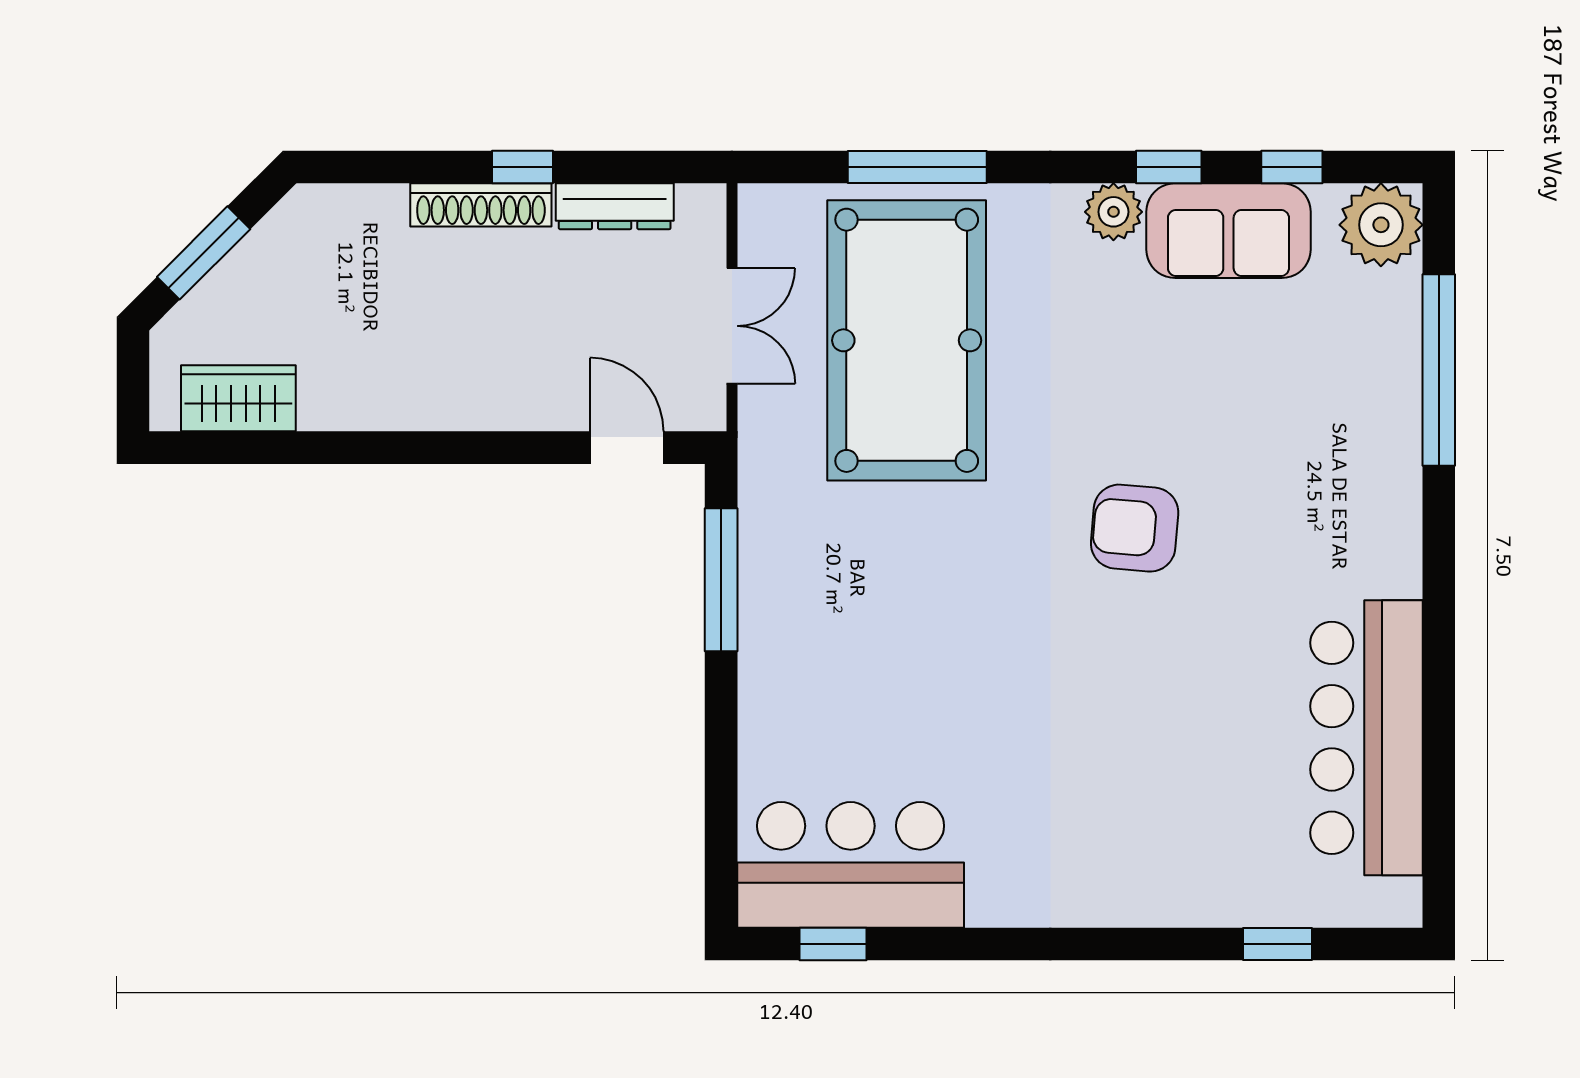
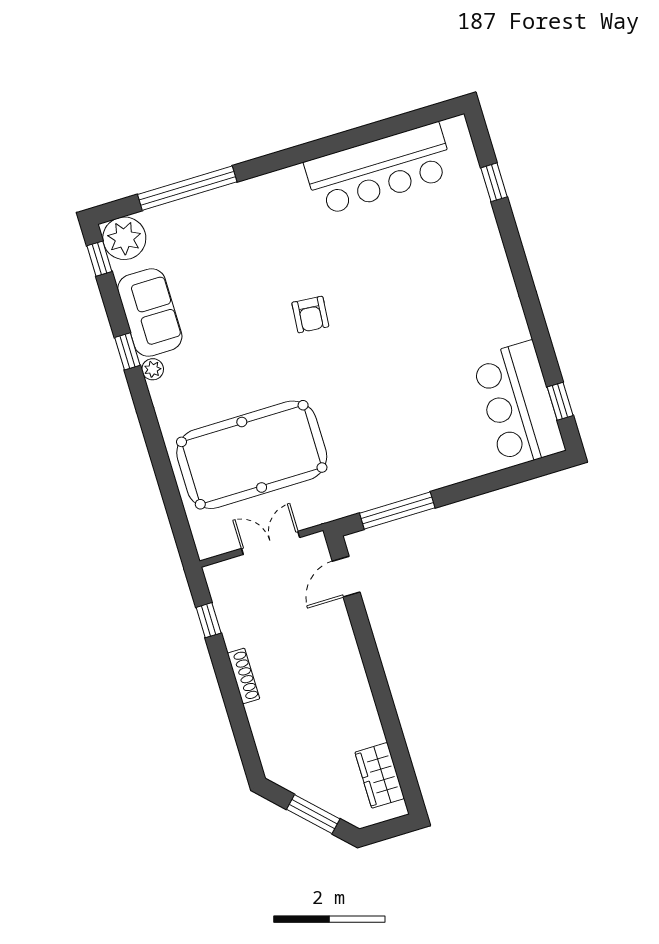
window: (523, 167) -> (209, 620), moved
window: (917, 167) -> (165, 475), removed
window: (1292, 167) -> (99, 259), moved
shoe rack: (481, 205) -> (244, 676), width x0.74, depth x0.81
dresser: (615, 206) -> (229, 619), removed
plant: (1113, 212) -> (153, 369), width x0.73, depth x0.73
armchair: (1135, 528) -> (310, 315), width x0.72, depth x0.72

